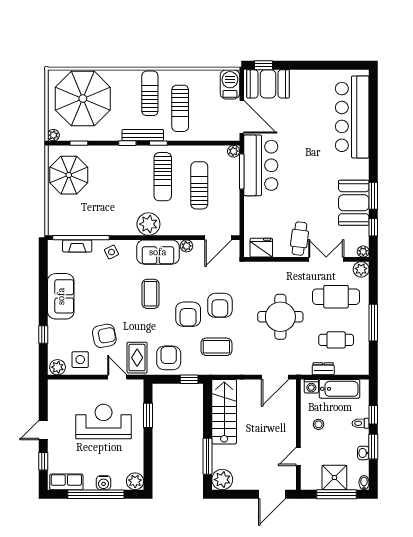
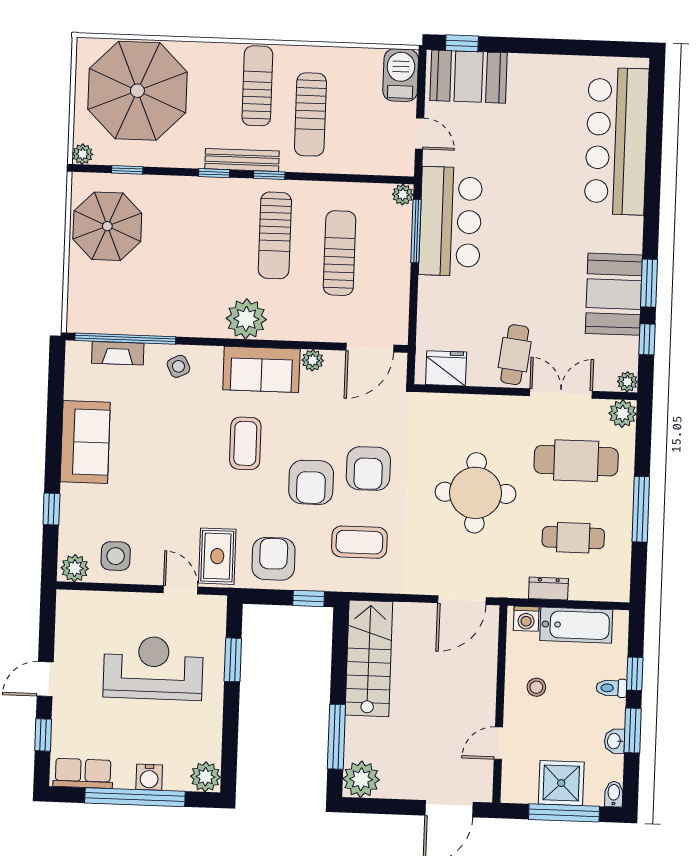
door: (242, 117) -> (420, 134), width x0.53
armchair: (104, 336) -> (160, 515), removed

